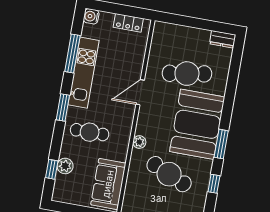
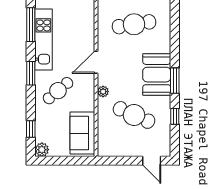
door: (140, 92) -> (96, 62), moved
booth: (197, 124) -> (157, 75), width x0.73, depth x0.70
cafe table: (90, 132) -> (58, 91), turned -40
plant: (65, 166) -> (42, 150), moved

